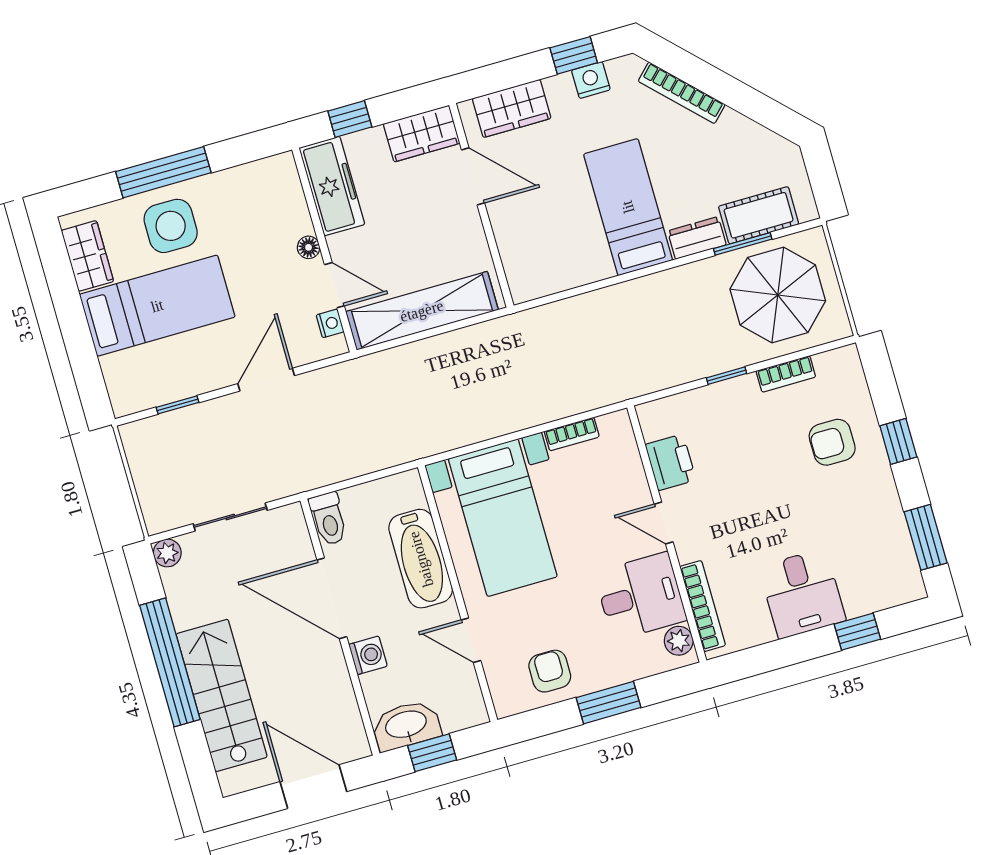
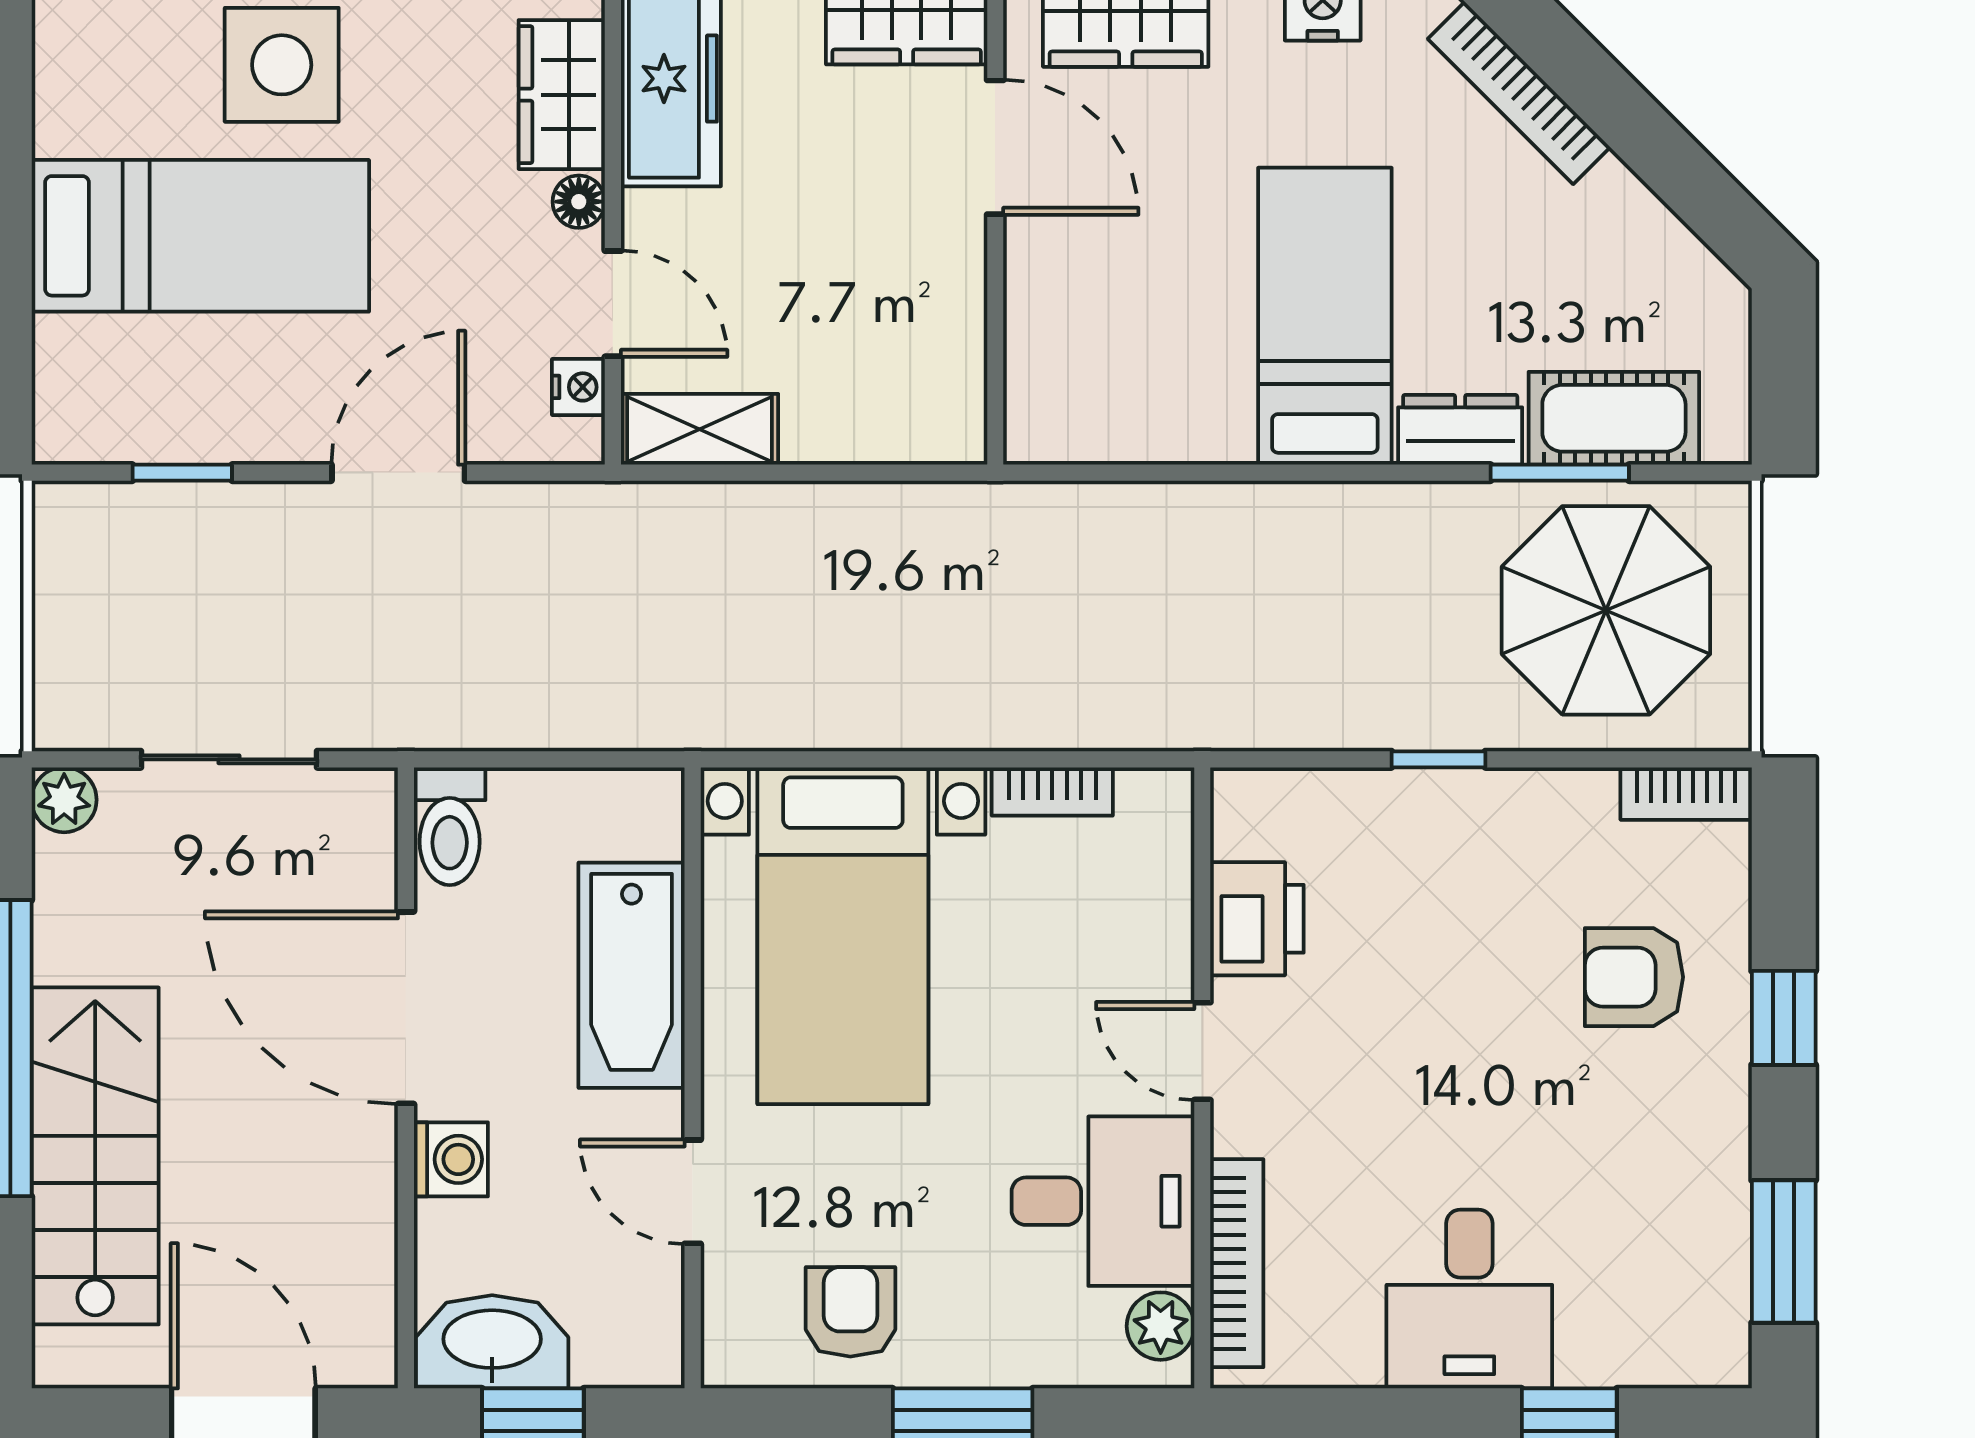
wardrobe: (87, 256) -> (562, 95), moved, turned 180
shelving: (422, 311) -> (700, 429), width x0.45, depth x0.75
bookcase: (786, 374) -> (1686, 794), moved

